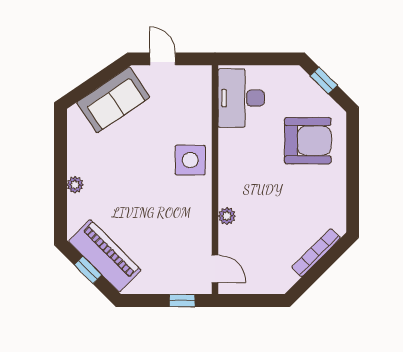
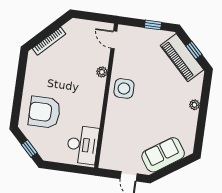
side table: (190, 160) -> (124, 88), moved
window: (182, 301) -> (153, 25), moved

